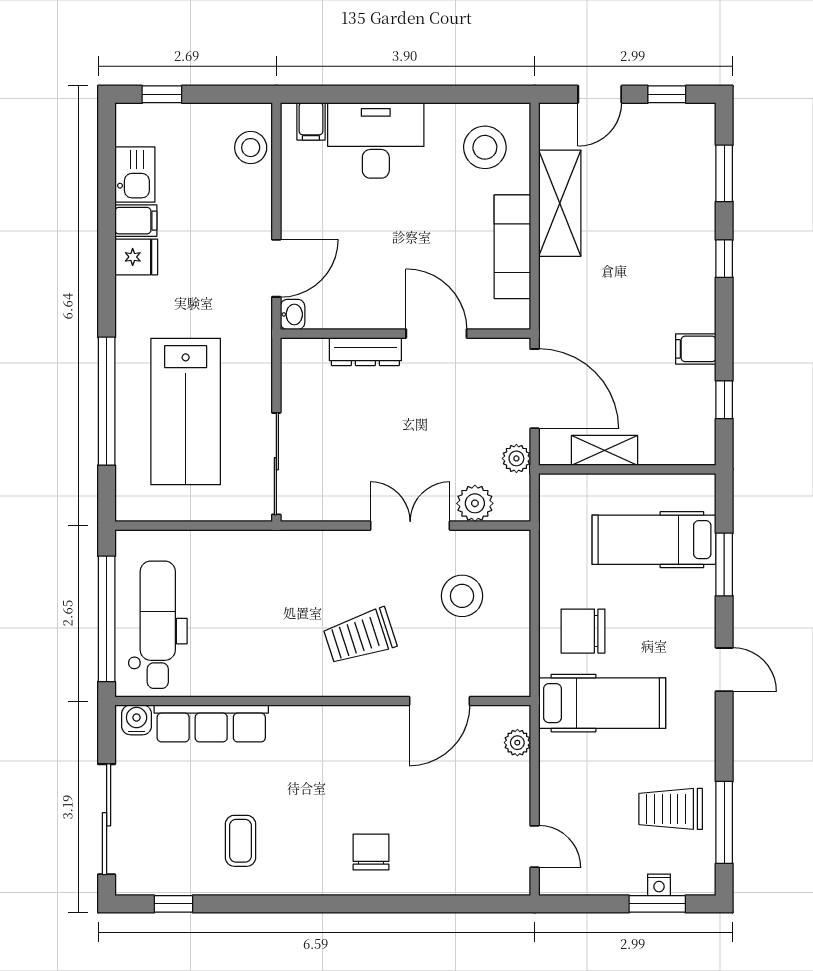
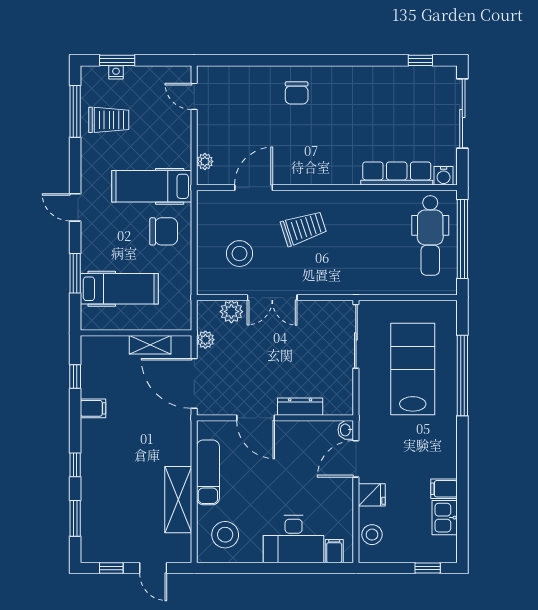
door: (600, 94) -> (153, 568), swing flipped
fridge: (136, 257) -> (372, 495), moved, turned 180
coffee table: (241, 841) -> (378, 100), removed

